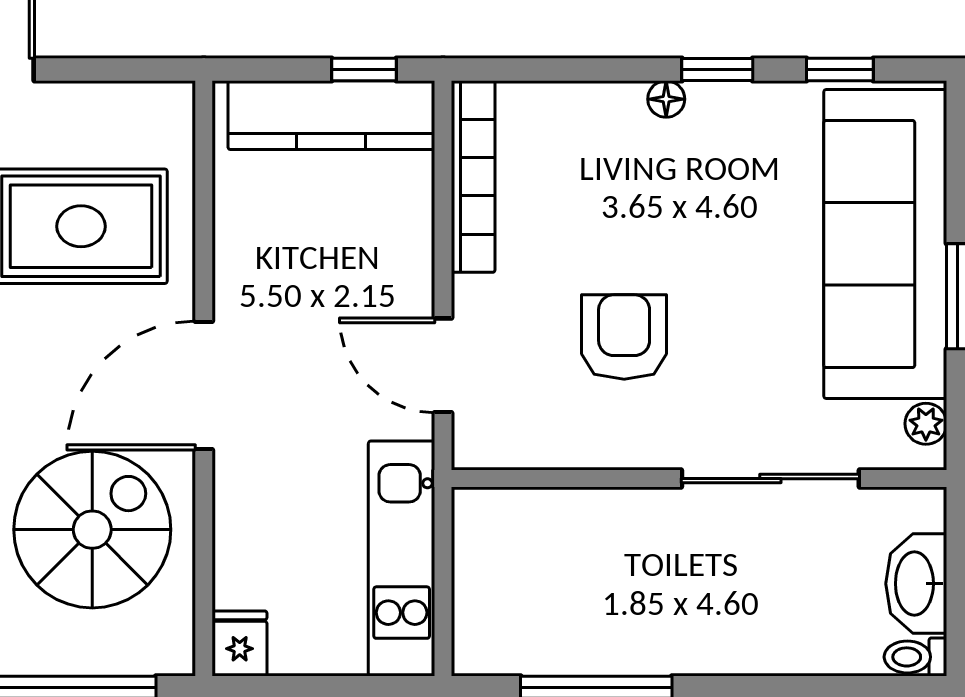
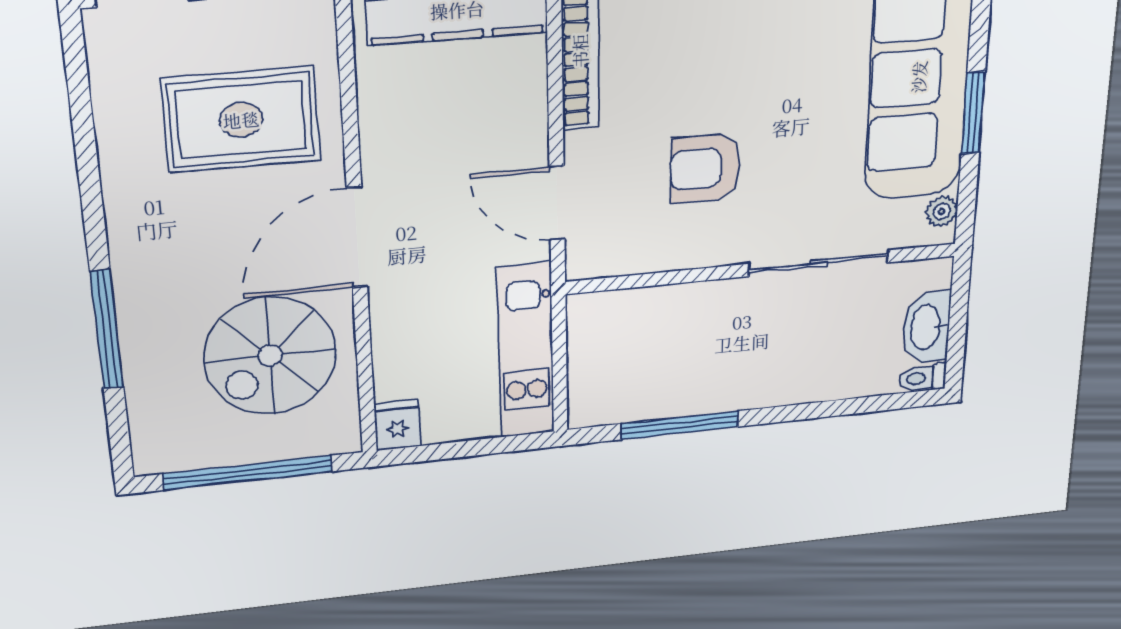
armchair: (624, 337) -> (705, 168), turned -90
spiral stairs: (92, 530) -> (270, 356), turned 180

